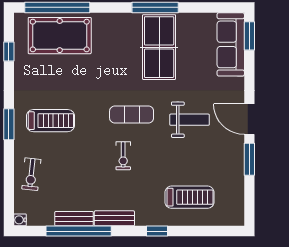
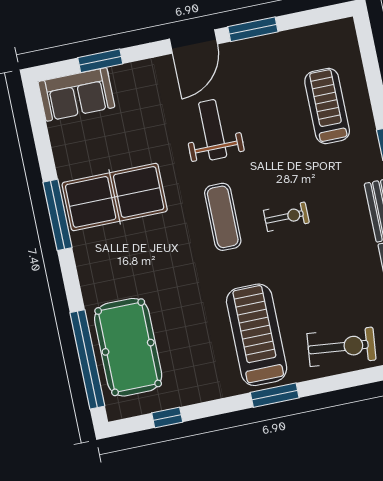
window: (249, 36) -> (100, 61), moved
sofa: (231, 44) -> (76, 94), width x0.73
treadmill: (51, 121) -> (257, 335), width x1.37, depth x1.38
exercise bike: (31, 174) -> (342, 347), width x1.38, depth x1.39

